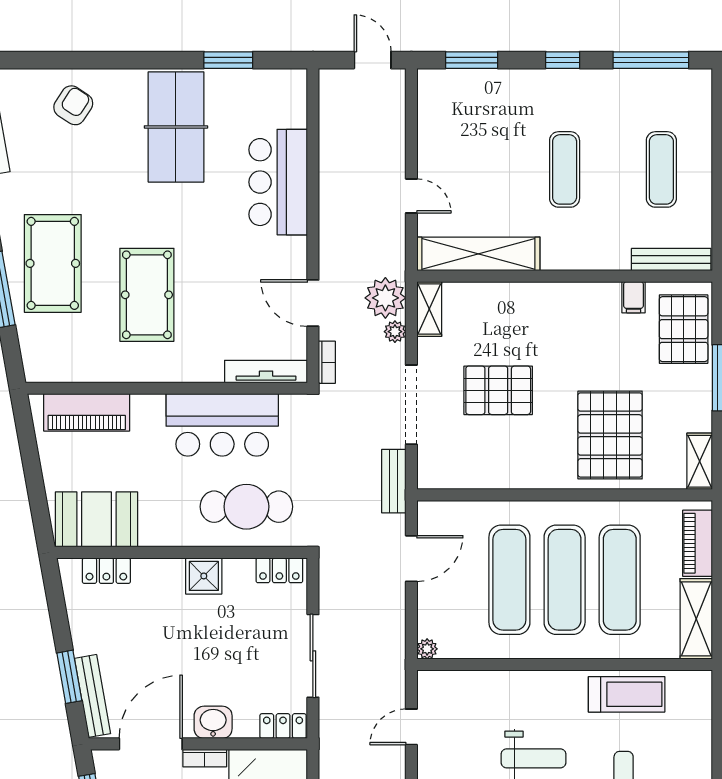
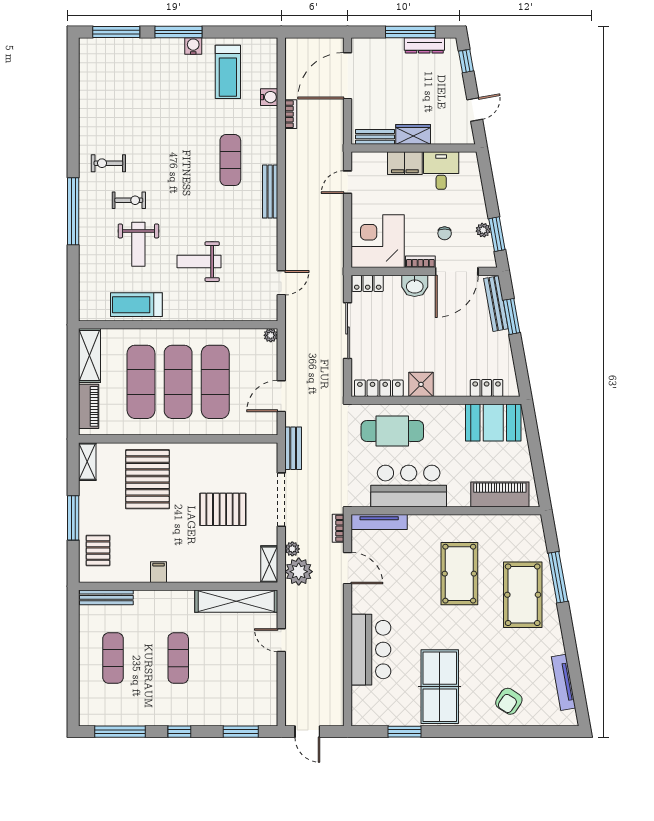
filing cabinet: (633, 297) -> (159, 572), moved
pallet: (684, 329) -> (98, 551), width x0.67, depth x0.71
locker: (279, 570) -> (379, 388), width x1.53

